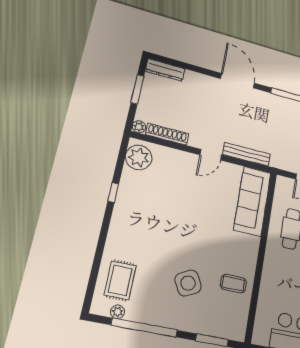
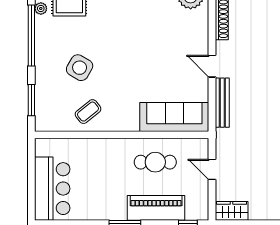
side table: (188, 283) -> (80, 68), turned -32
coffee table: (233, 284) -> (88, 112), turned 51

